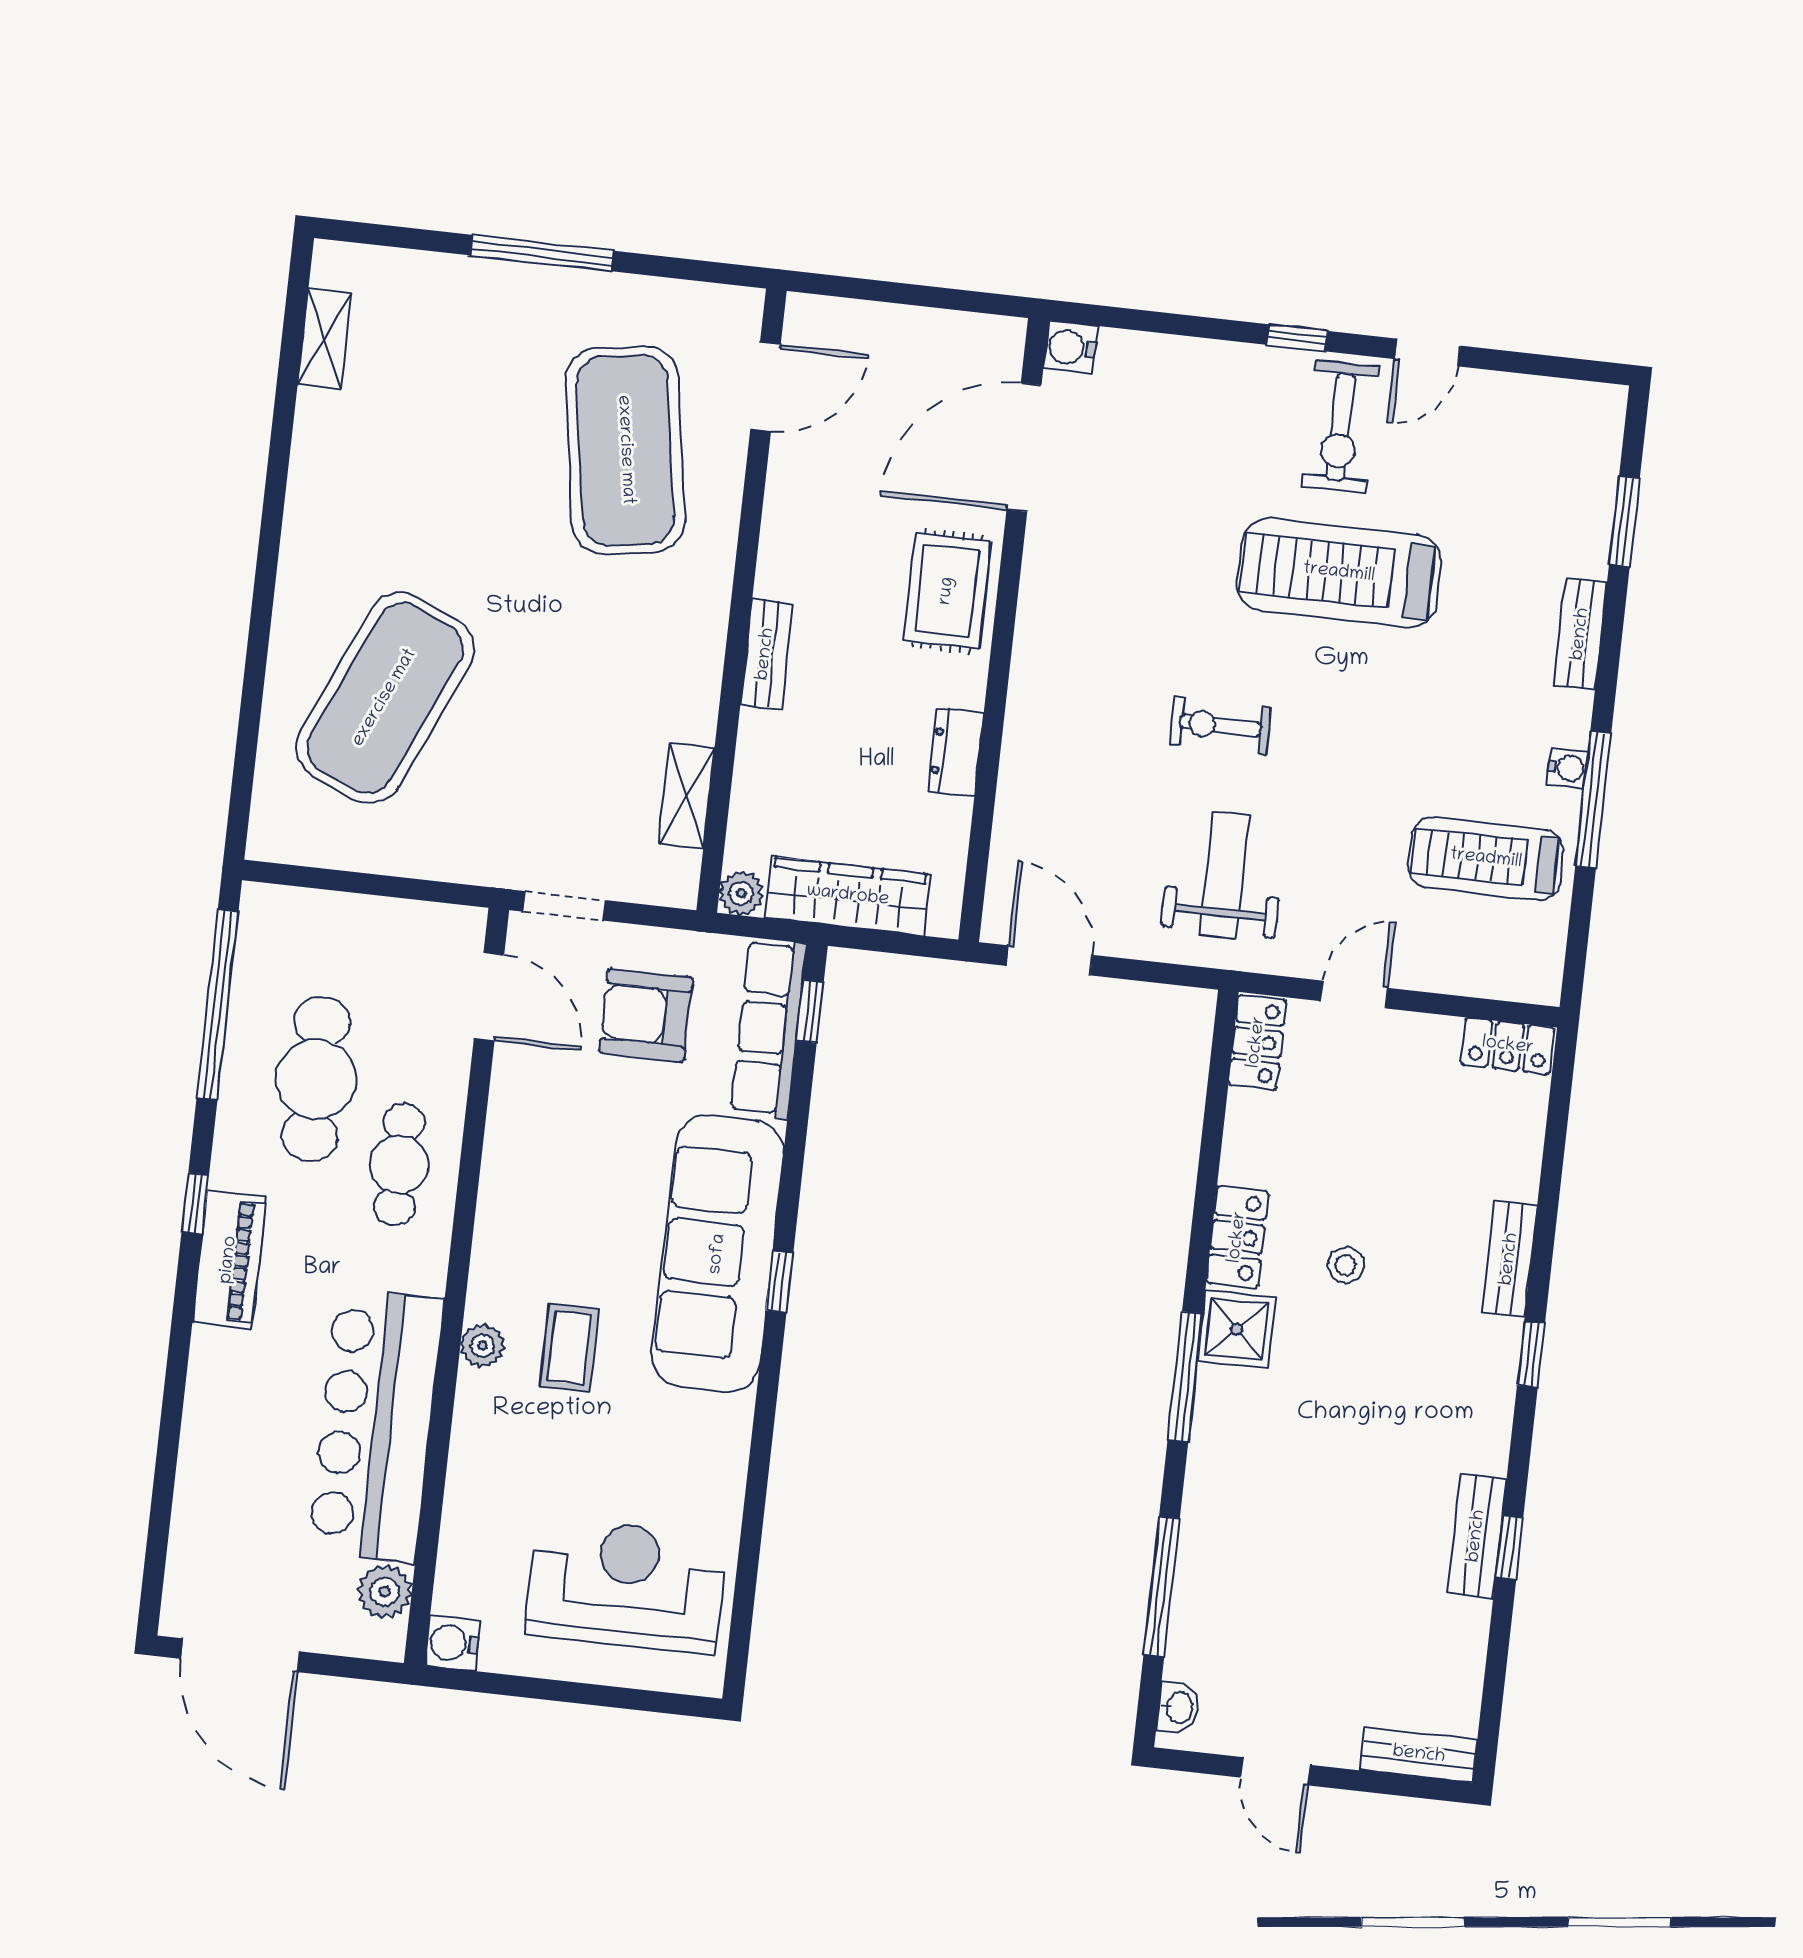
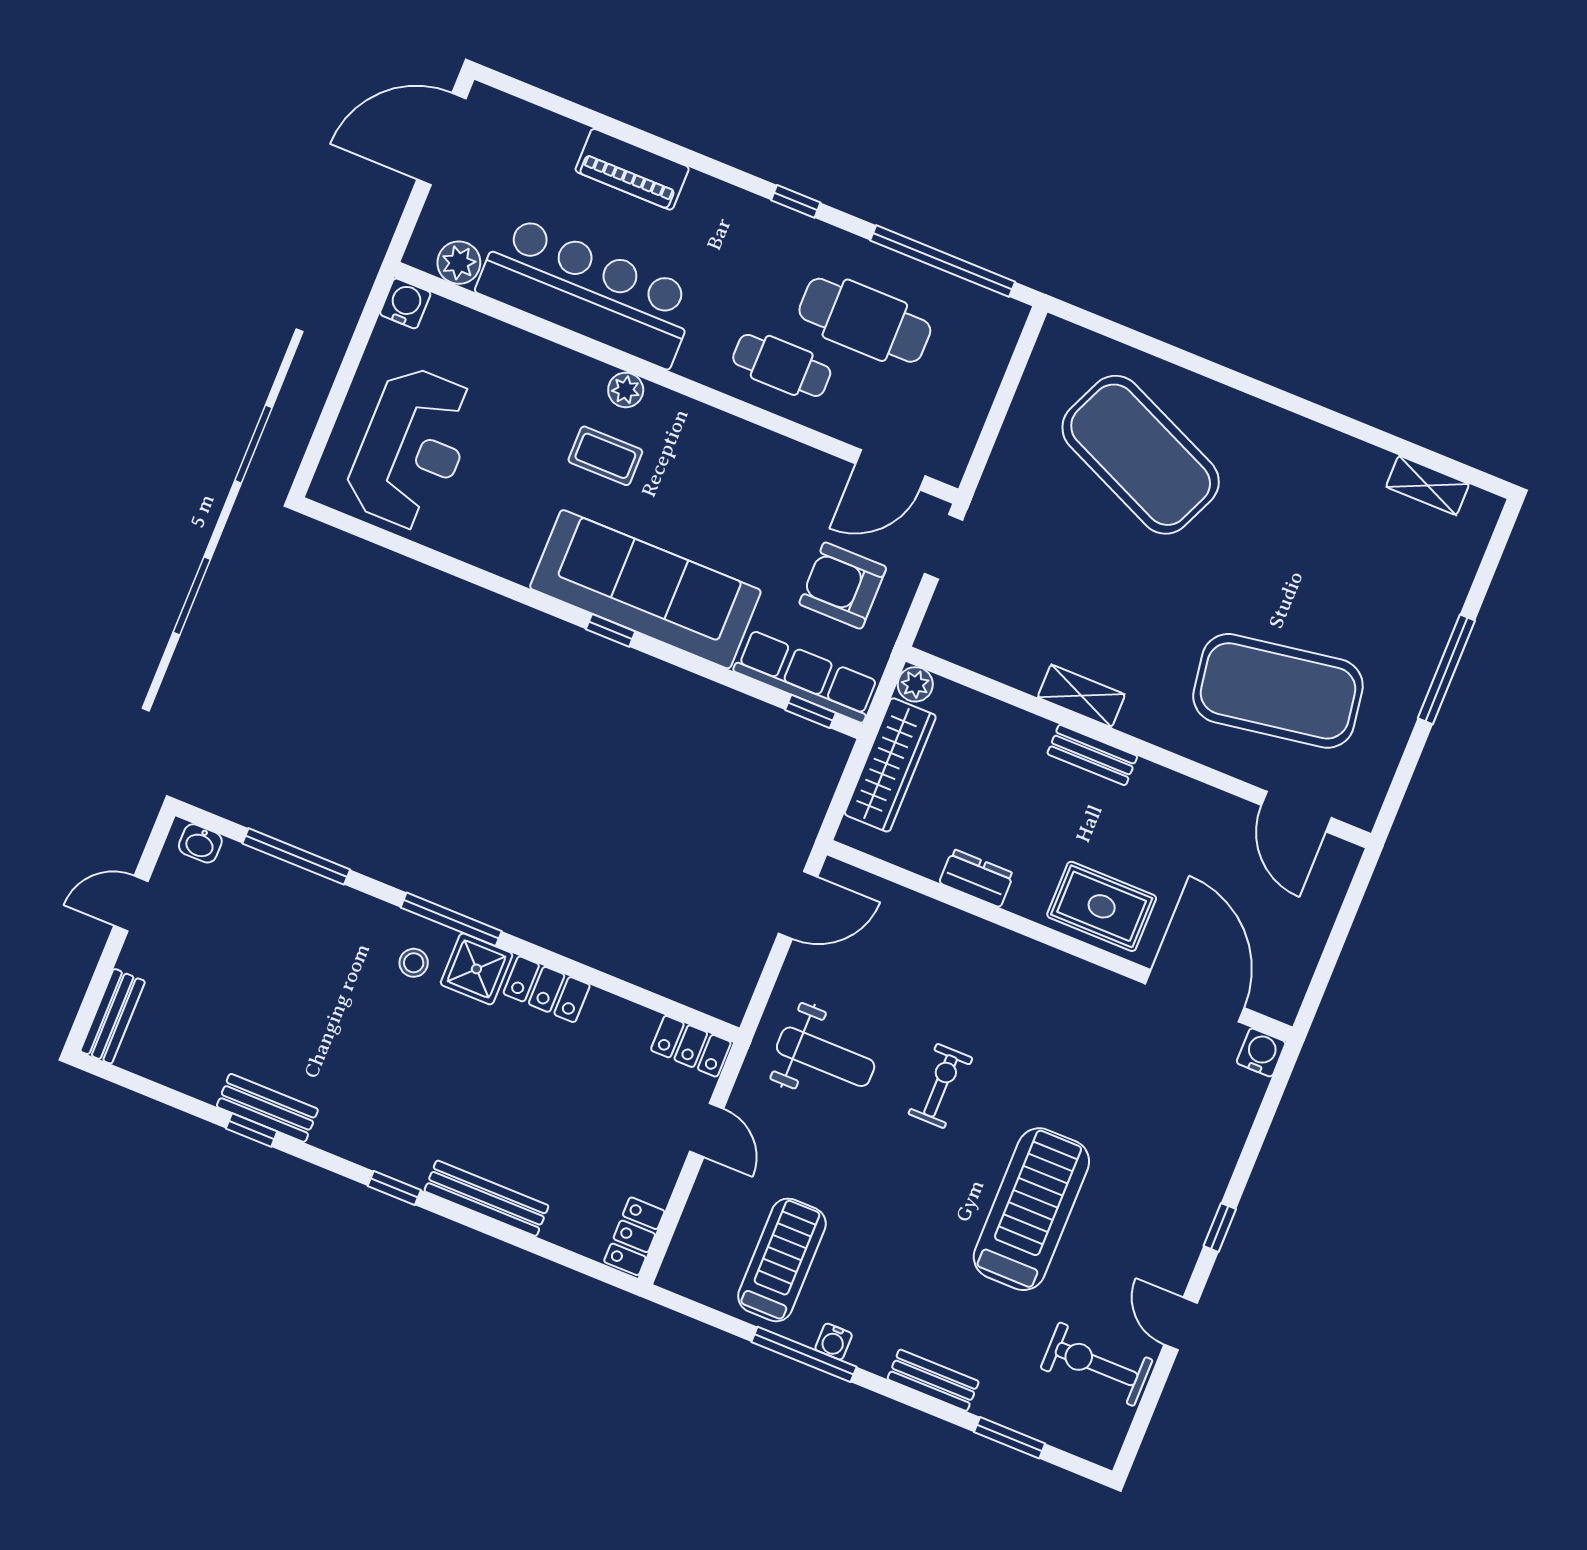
exercise bike: (1341, 427) -> (1096, 1364), moved
shelving: (686, 796) -> (1081, 696), moved
armchair: (646, 1015) -> (843, 586), turned -90
bench: (1510, 1259) -> (486, 1198), width x1.36
piano: (229, 1260) -> (632, 169), moved
stool: (1346, 1265) -> (414, 963), moved

